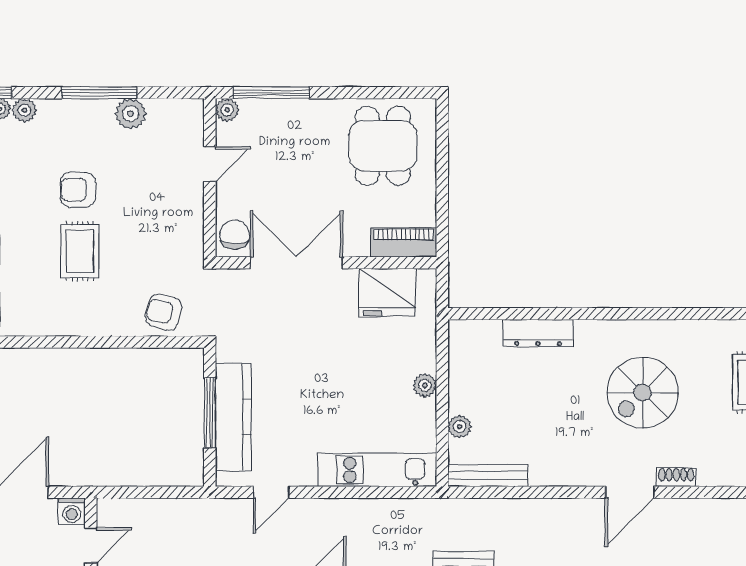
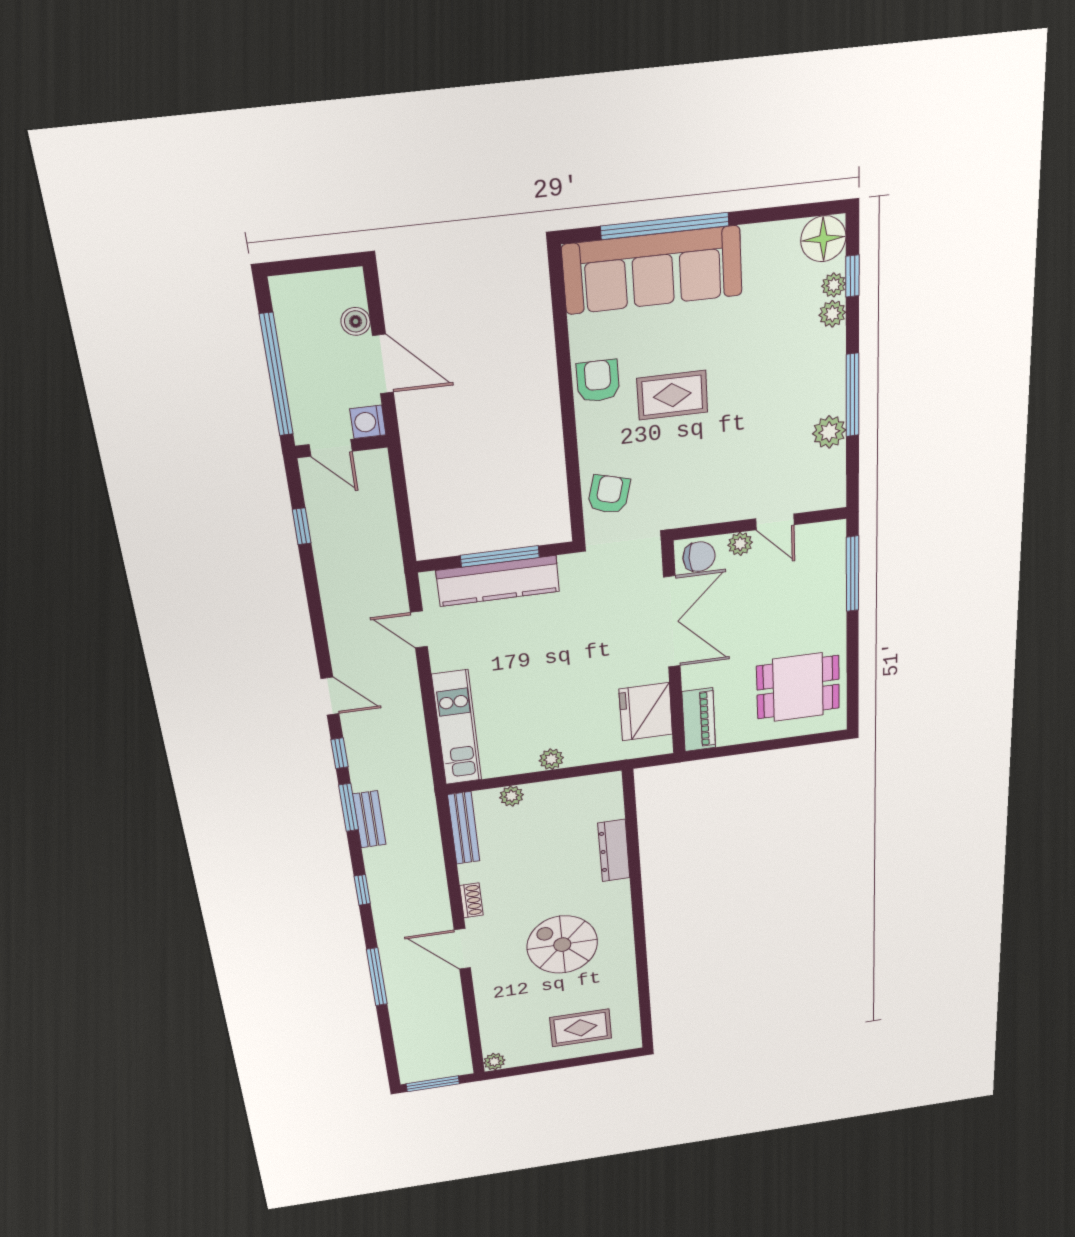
plant: (227, 110) -> (740, 544), moved
armchair: (78, 190) -> (598, 381), moved
shoe rack: (676, 477) -> (471, 900), moved

